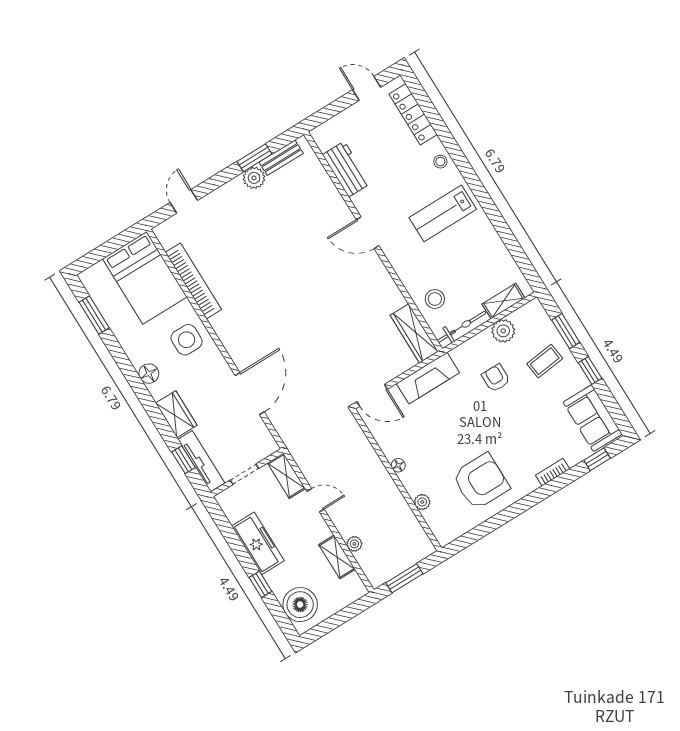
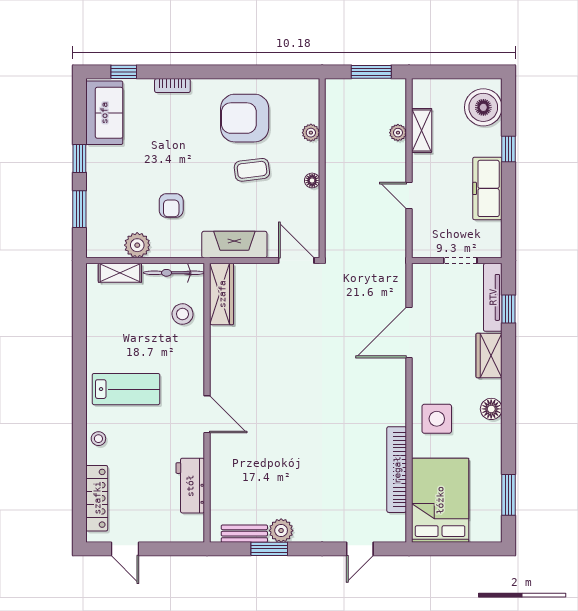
coffee table: (545, 361) -> (252, 170), moved
shelving: (286, 476) -> (422, 235), removed

